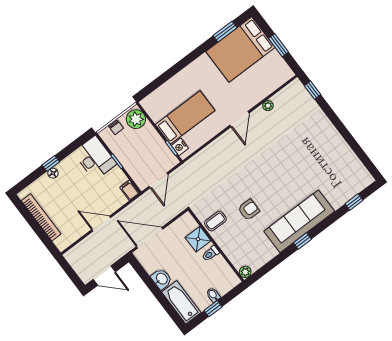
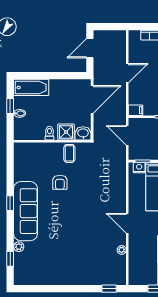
plant: (245, 272) -> (19, 247), moved
washbasin: (161, 279) -> (83, 133), moved, turned 180

